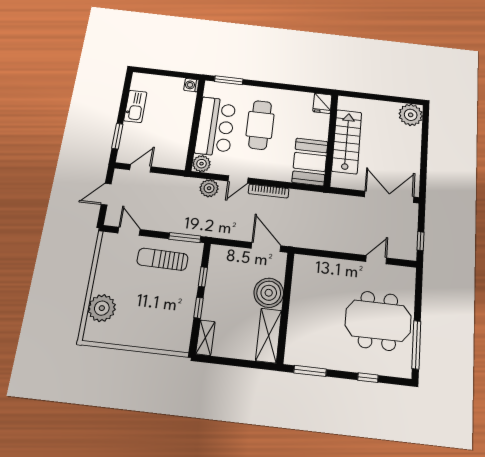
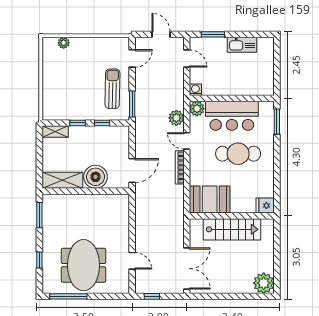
washing machine: (191, 85) -> (195, 90), moved
plant: (102, 308) -> (64, 43), width x0.53, depth x0.53

